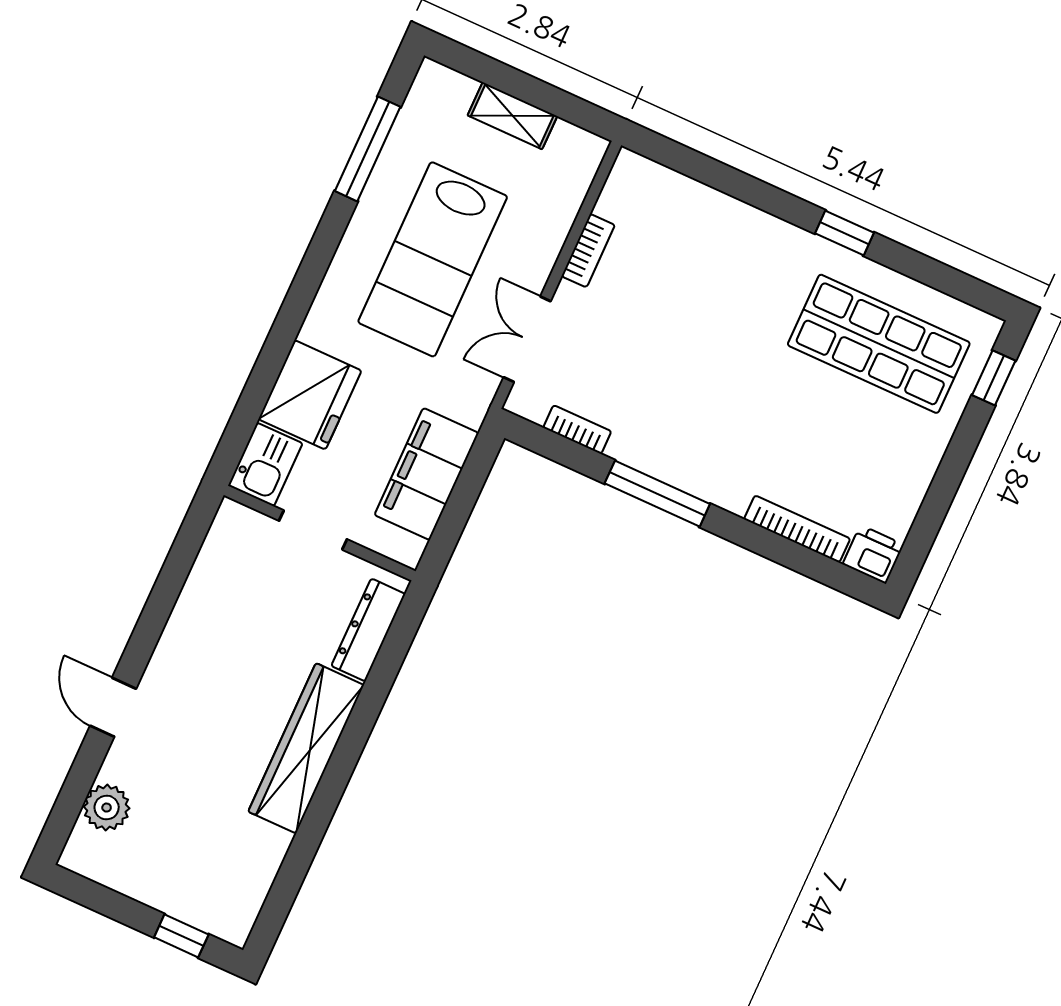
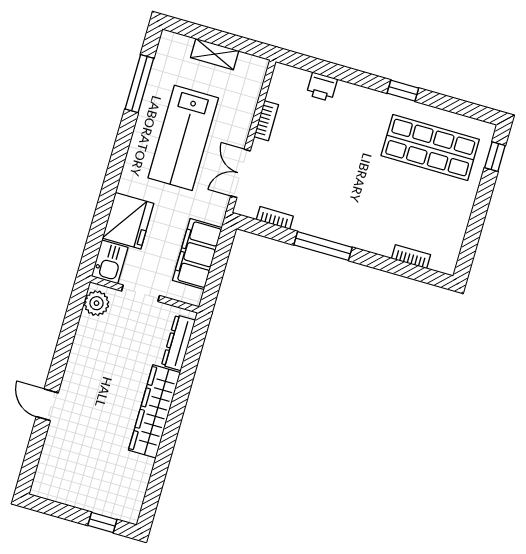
bookcase: (797, 529) -> (411, 257), width x0.64
printer: (873, 554) -> (322, 87), moved, turned 180
plant: (107, 808) -> (97, 303), moved

